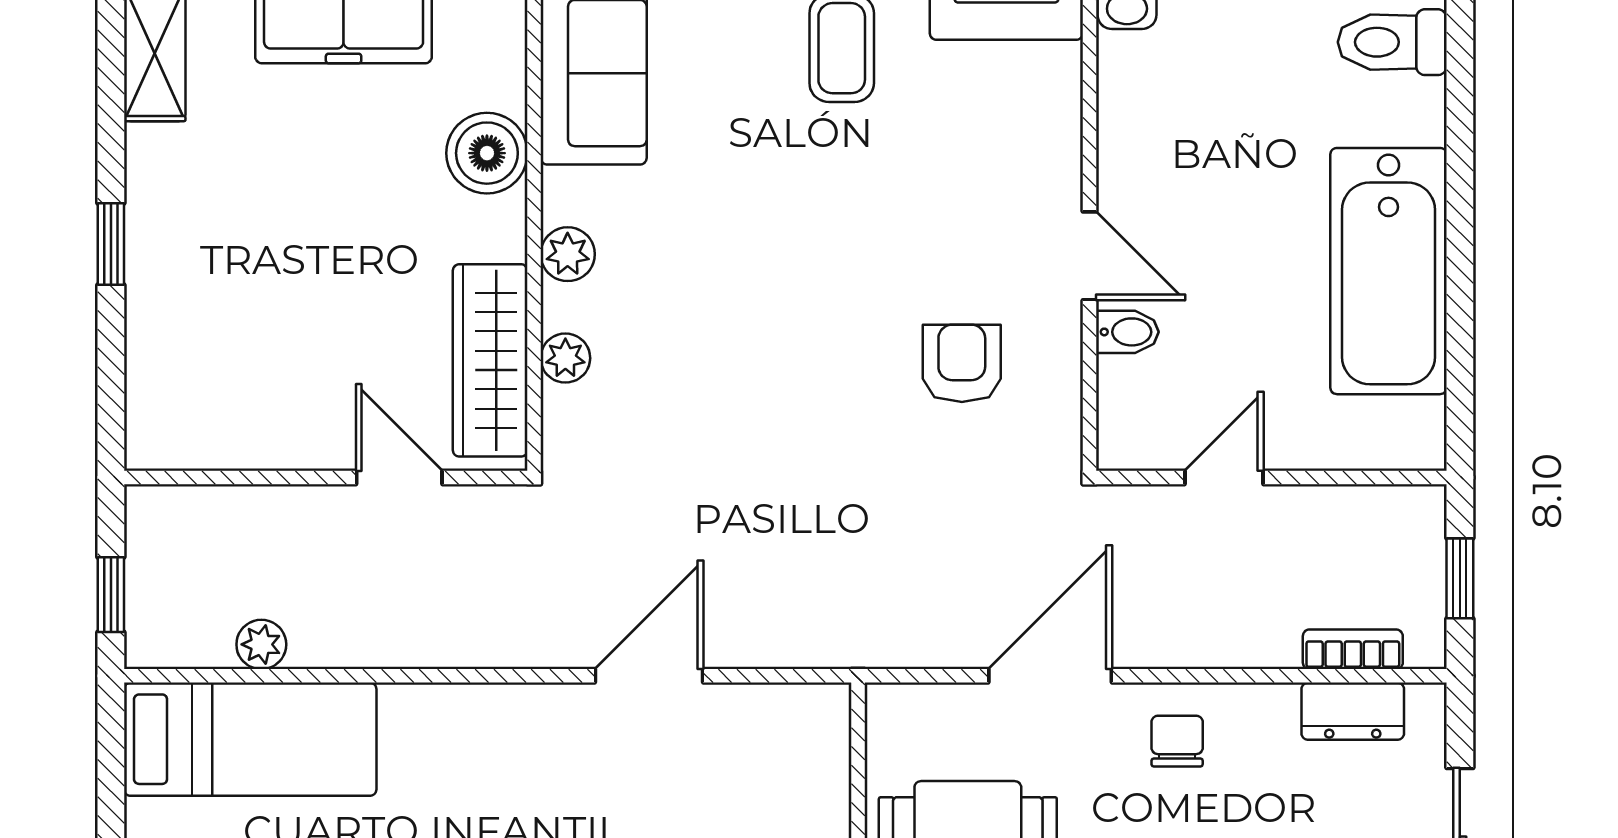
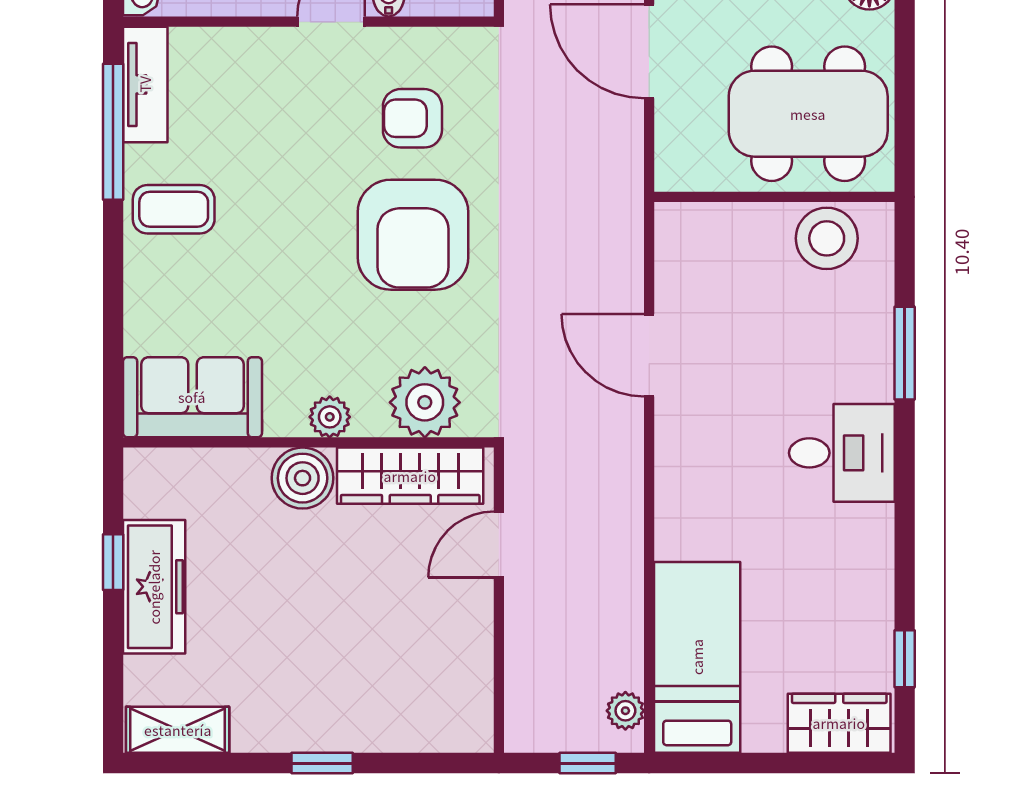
boiler: (487, 153) -> (303, 478), moved
plant: (565, 358) -> (425, 402), width x1.87, depth x1.87
armchair: (808, 364) -> (413, 235), added
plant: (261, 644) -> (625, 711), moved

